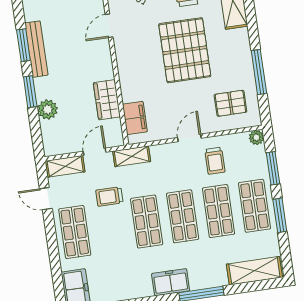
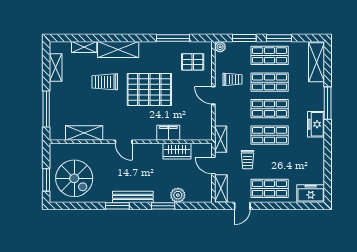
window: (23, 45) -> (117, 206), moved
pallet: (230, 103) -> (193, 62), turned 90
filing cabinet: (135, 118) -> (168, 133), moved

